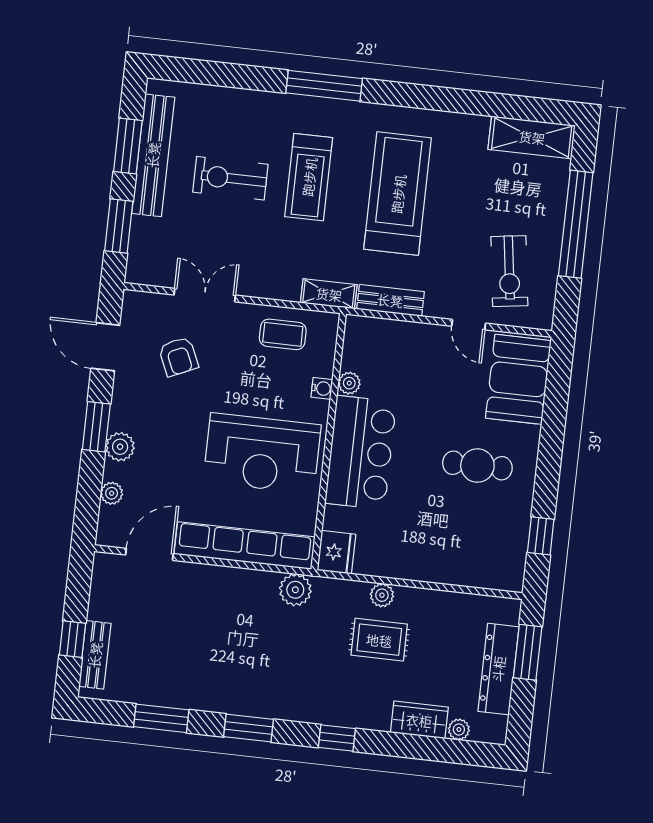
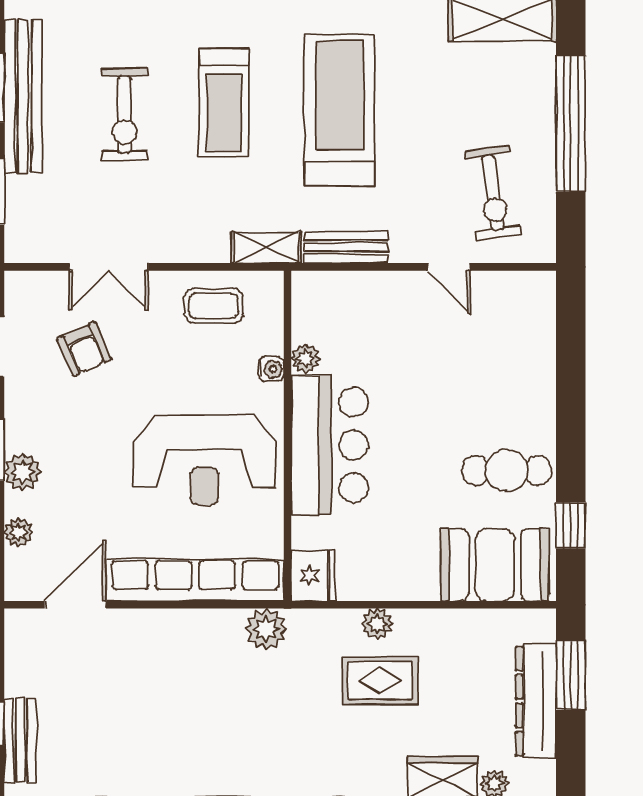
exercise bike: (230, 178) -> (125, 115), turned -90
double door: (205, 295) -> (109, 267), swing flipped
booth: (518, 379) -> (495, 565), moved, turned 90
cafe table: (477, 466) -> (507, 470), moved

